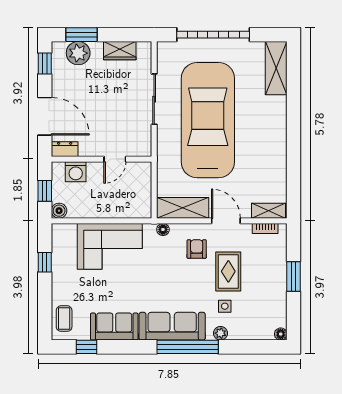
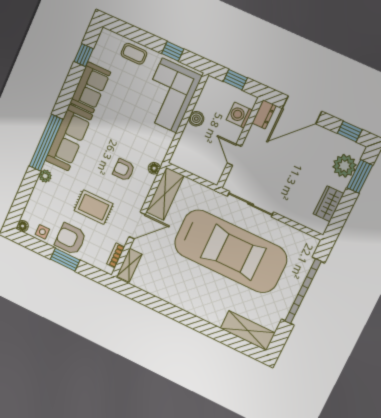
sliding door: (154, 99) -> (250, 204), moved
boiler: (59, 211) -> (196, 119), moved
corner sofa: (110, 246) -> (169, 95), moved
armchair: (197, 249) -> (124, 170), moved, turned 180
armchair: (271, 280) -> (70, 239), added
side table: (225, 306) -> (42, 232), moved
coffee table: (64, 319) -> (134, 54), moved

